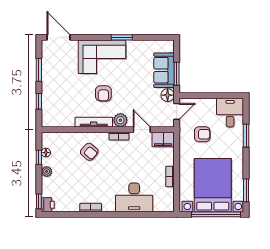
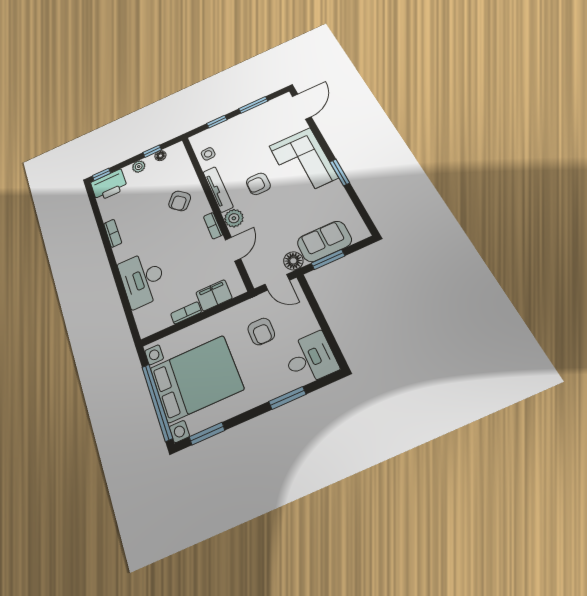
side table: (62, 118) -> (208, 154), added
filing cabinet: (163, 140) -> (214, 295), moved, turned 90
printer: (48, 205) -> (109, 185), width x1.87, depth x1.48

